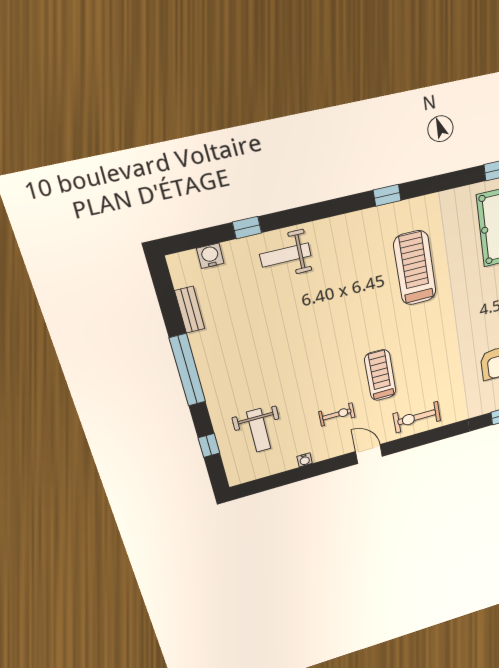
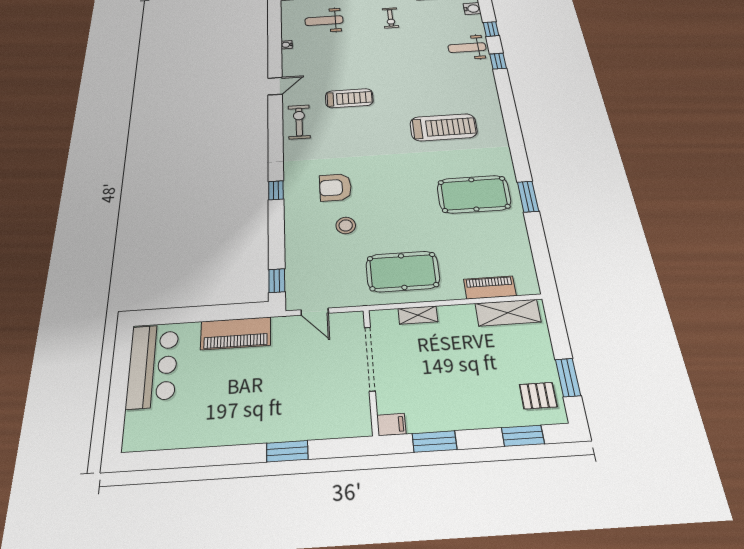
window: (387, 195) -> (498, 61), moved
weight bench: (285, 255) -> (467, 48), turned -90
exercise bike: (337, 414) -> (390, 18), moved

